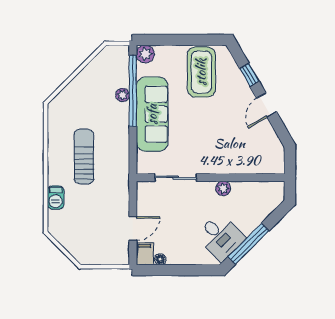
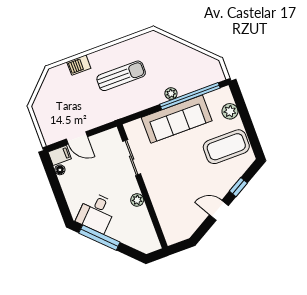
plant: (145, 54) -> (230, 111), moved
plant: (123, 95) -> (171, 94), moved

